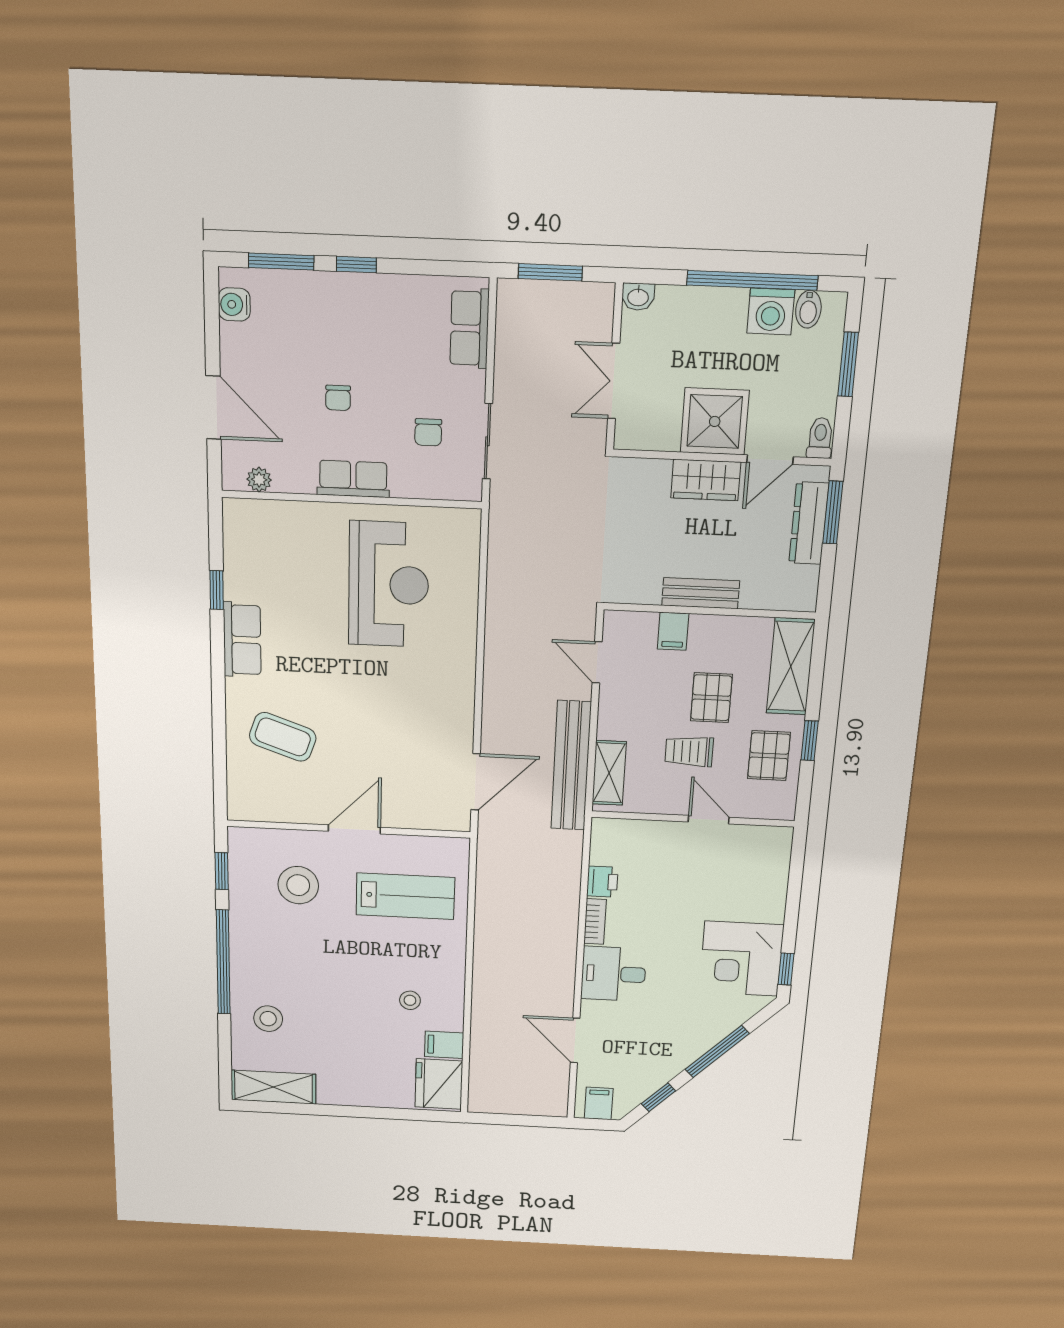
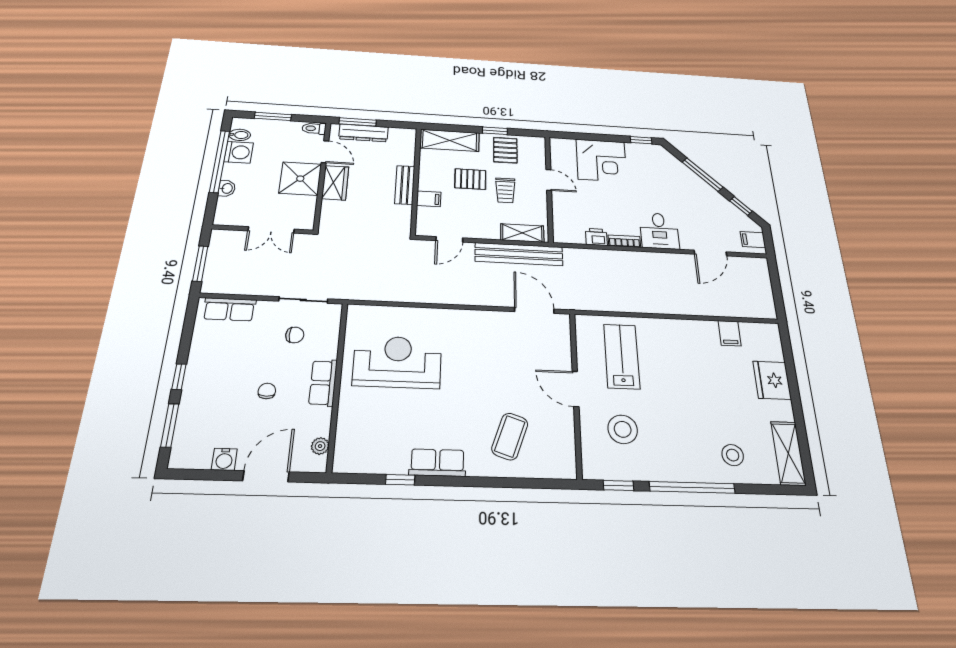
washbasin: (638, 297) -> (227, 188), moved
water cooler: (234, 304) -> (224, 459), moved
chair: (338, 398) -> (267, 391), turned -90
pallet: (769, 756) -> (505, 150), turned 90
door: (709, 820) -> (549, 180), swing flipped
corner desk: (741, 959) -> (601, 160), moved
stool: (410, 1000) -> (700, 355), removed
fridge: (439, 1084) -> (772, 380), moved, turned 90

